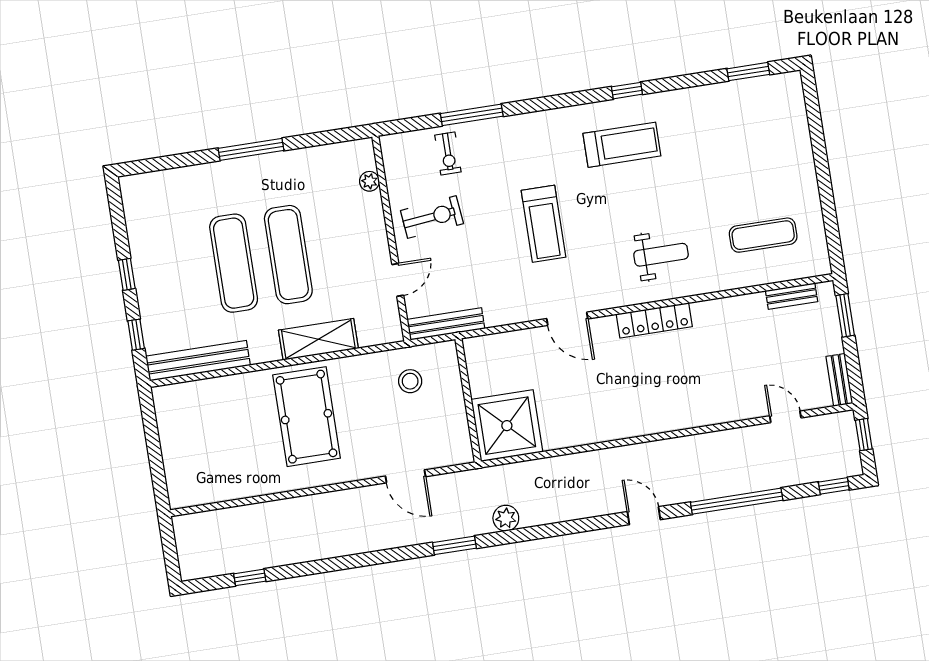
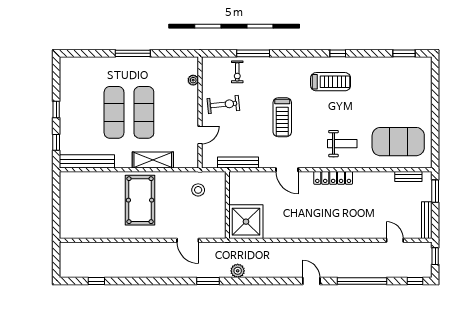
exercise mat: (763, 235) -> (398, 142), width x2.00, depth x1.45
bench: (446, 324) -> (238, 163), moved
bench: (839, 380) -> (427, 220), width x1.36

